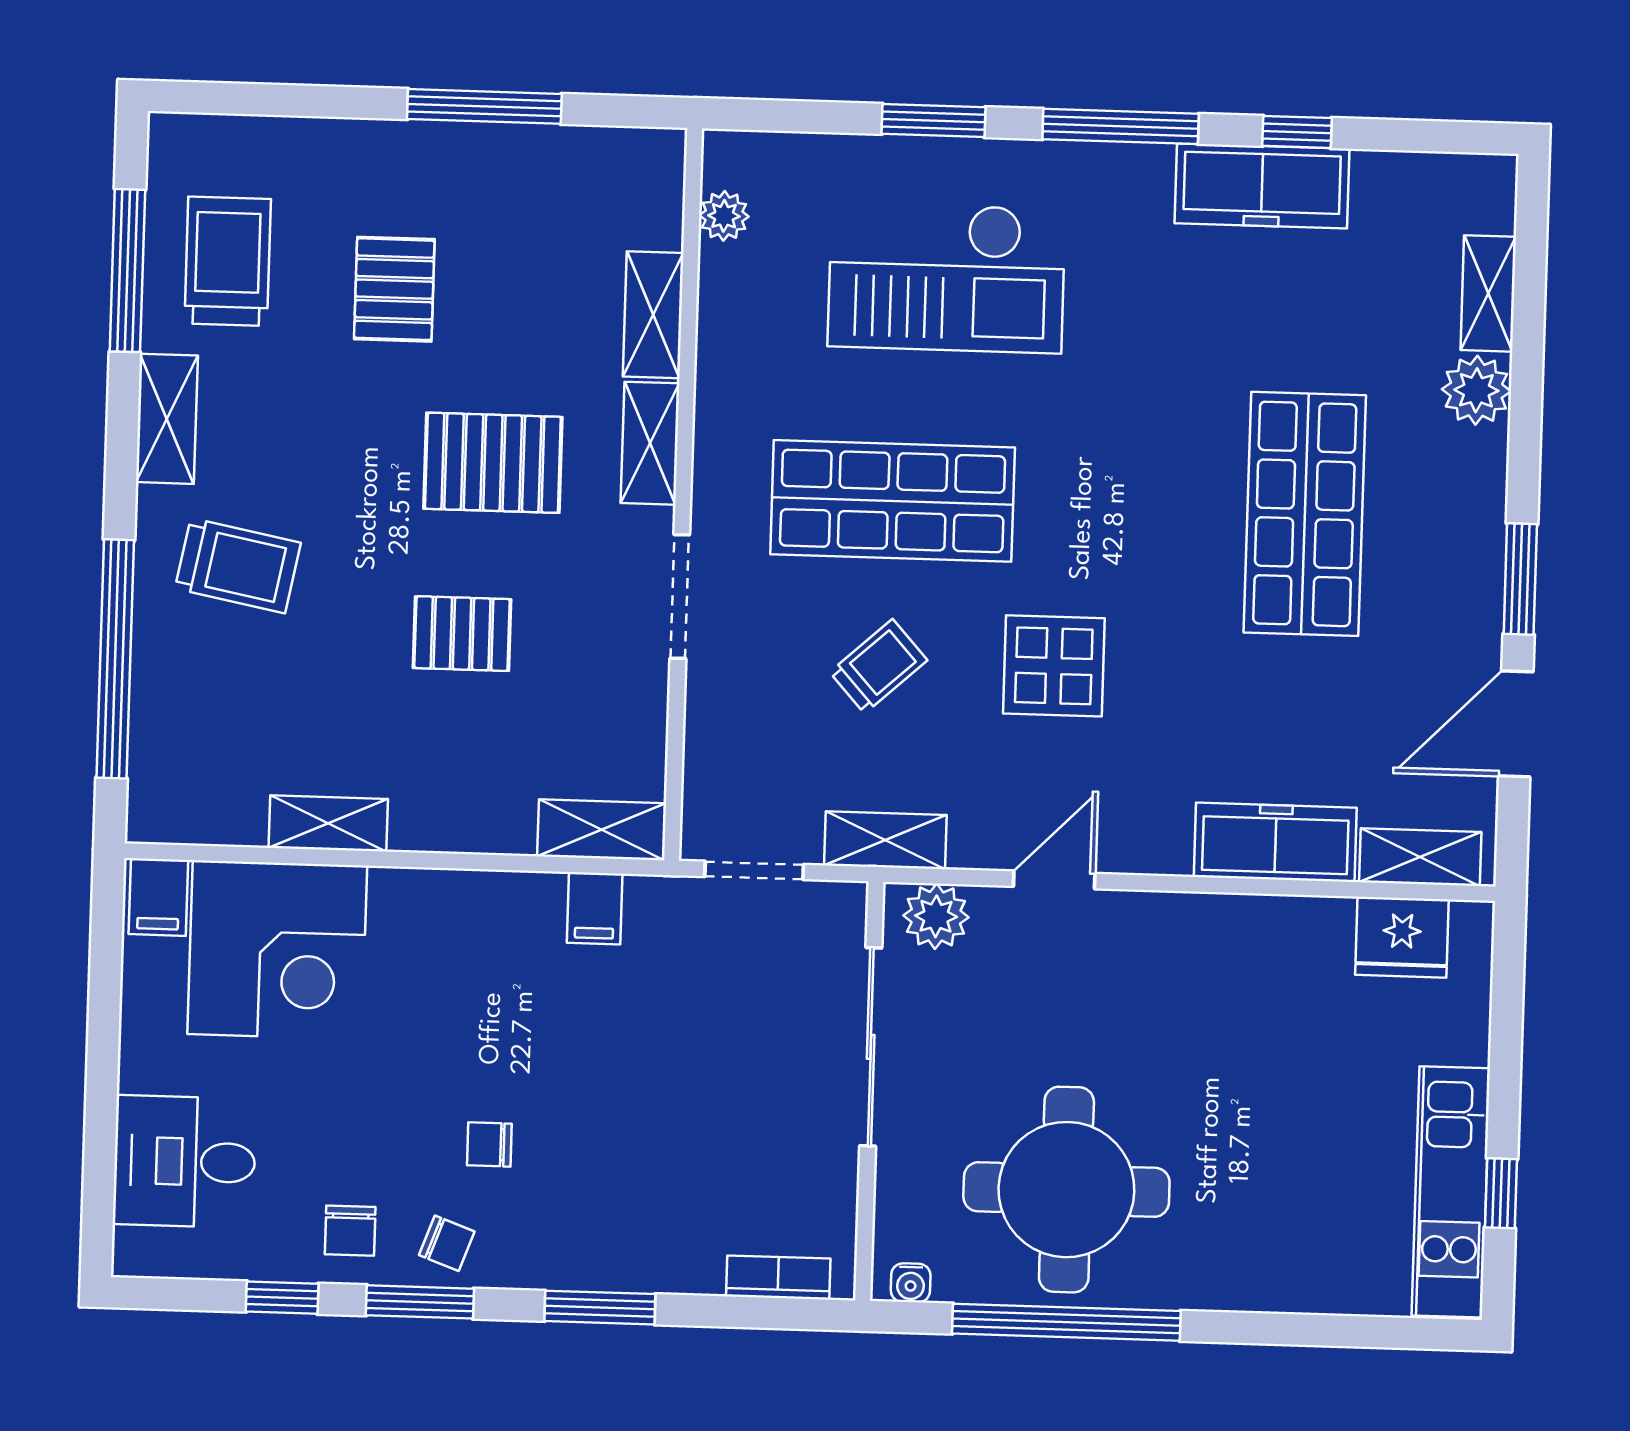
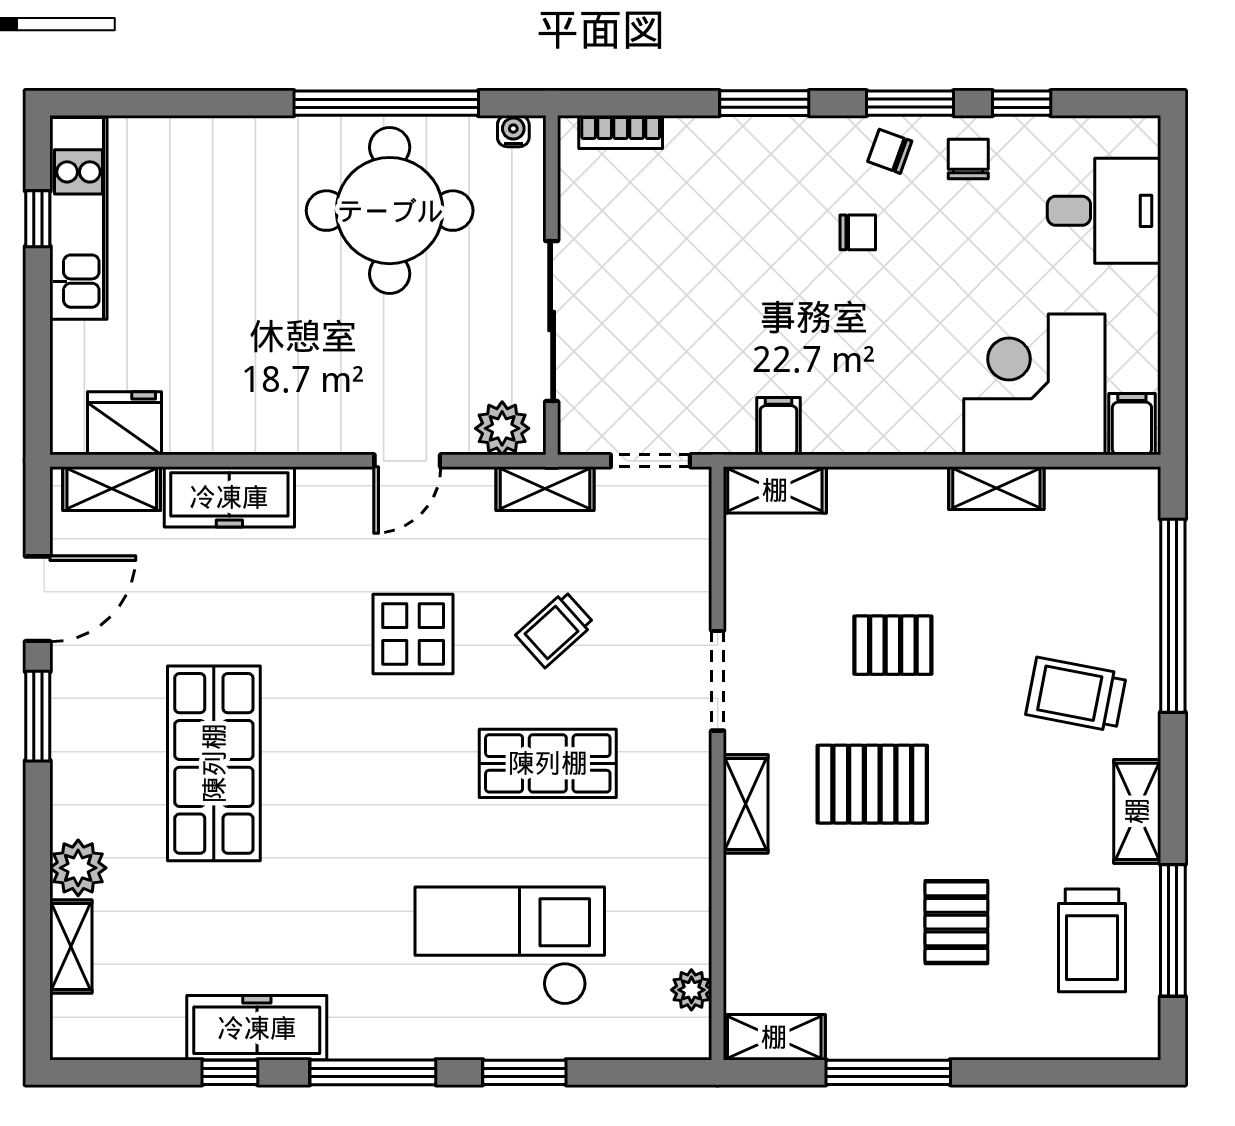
shelving: (653, 315) -> (774, 1037), moved, turned 90
shop shelf: (893, 501) -> (548, 763), width x0.70, depth x0.74

